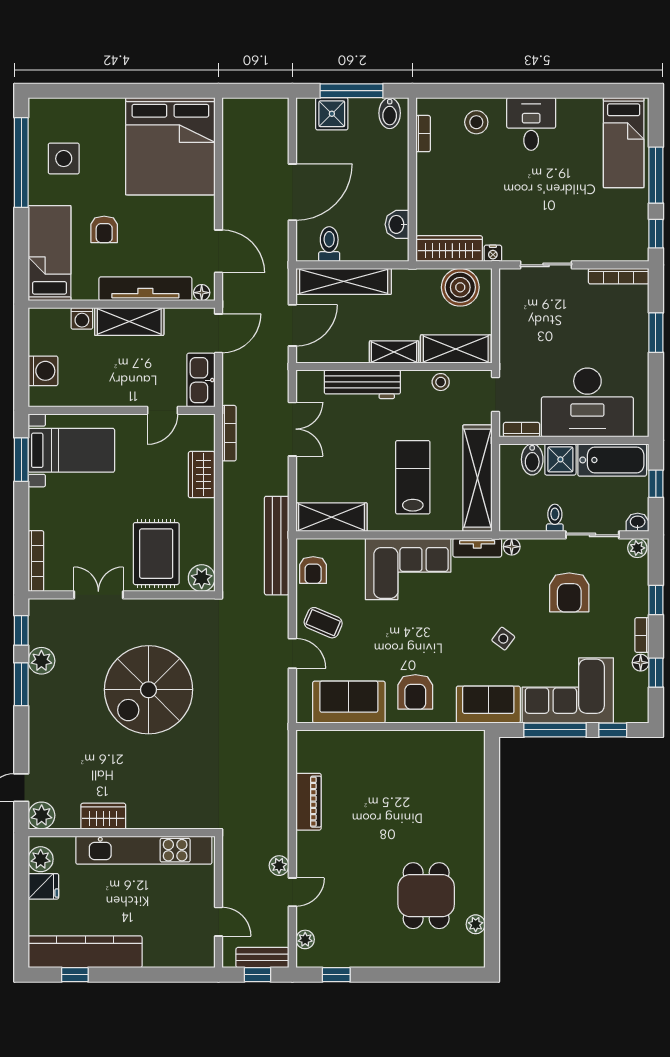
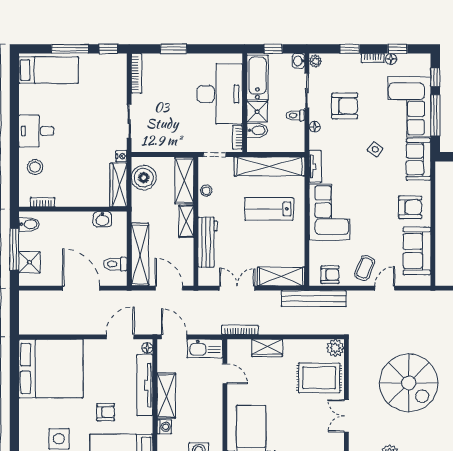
shelving: (332, 517) -> (281, 277), moved, turned 90
floor lamp: (512, 547) -> (315, 127), moved

